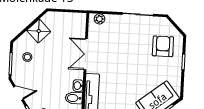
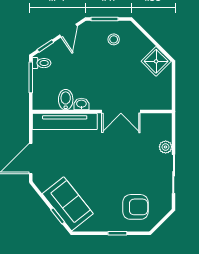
plant: (99, 19) -> (166, 147), moved
shower: (39, 31) -> (156, 61), moved
double door: (86, 54) -> (121, 112), swing flipped

